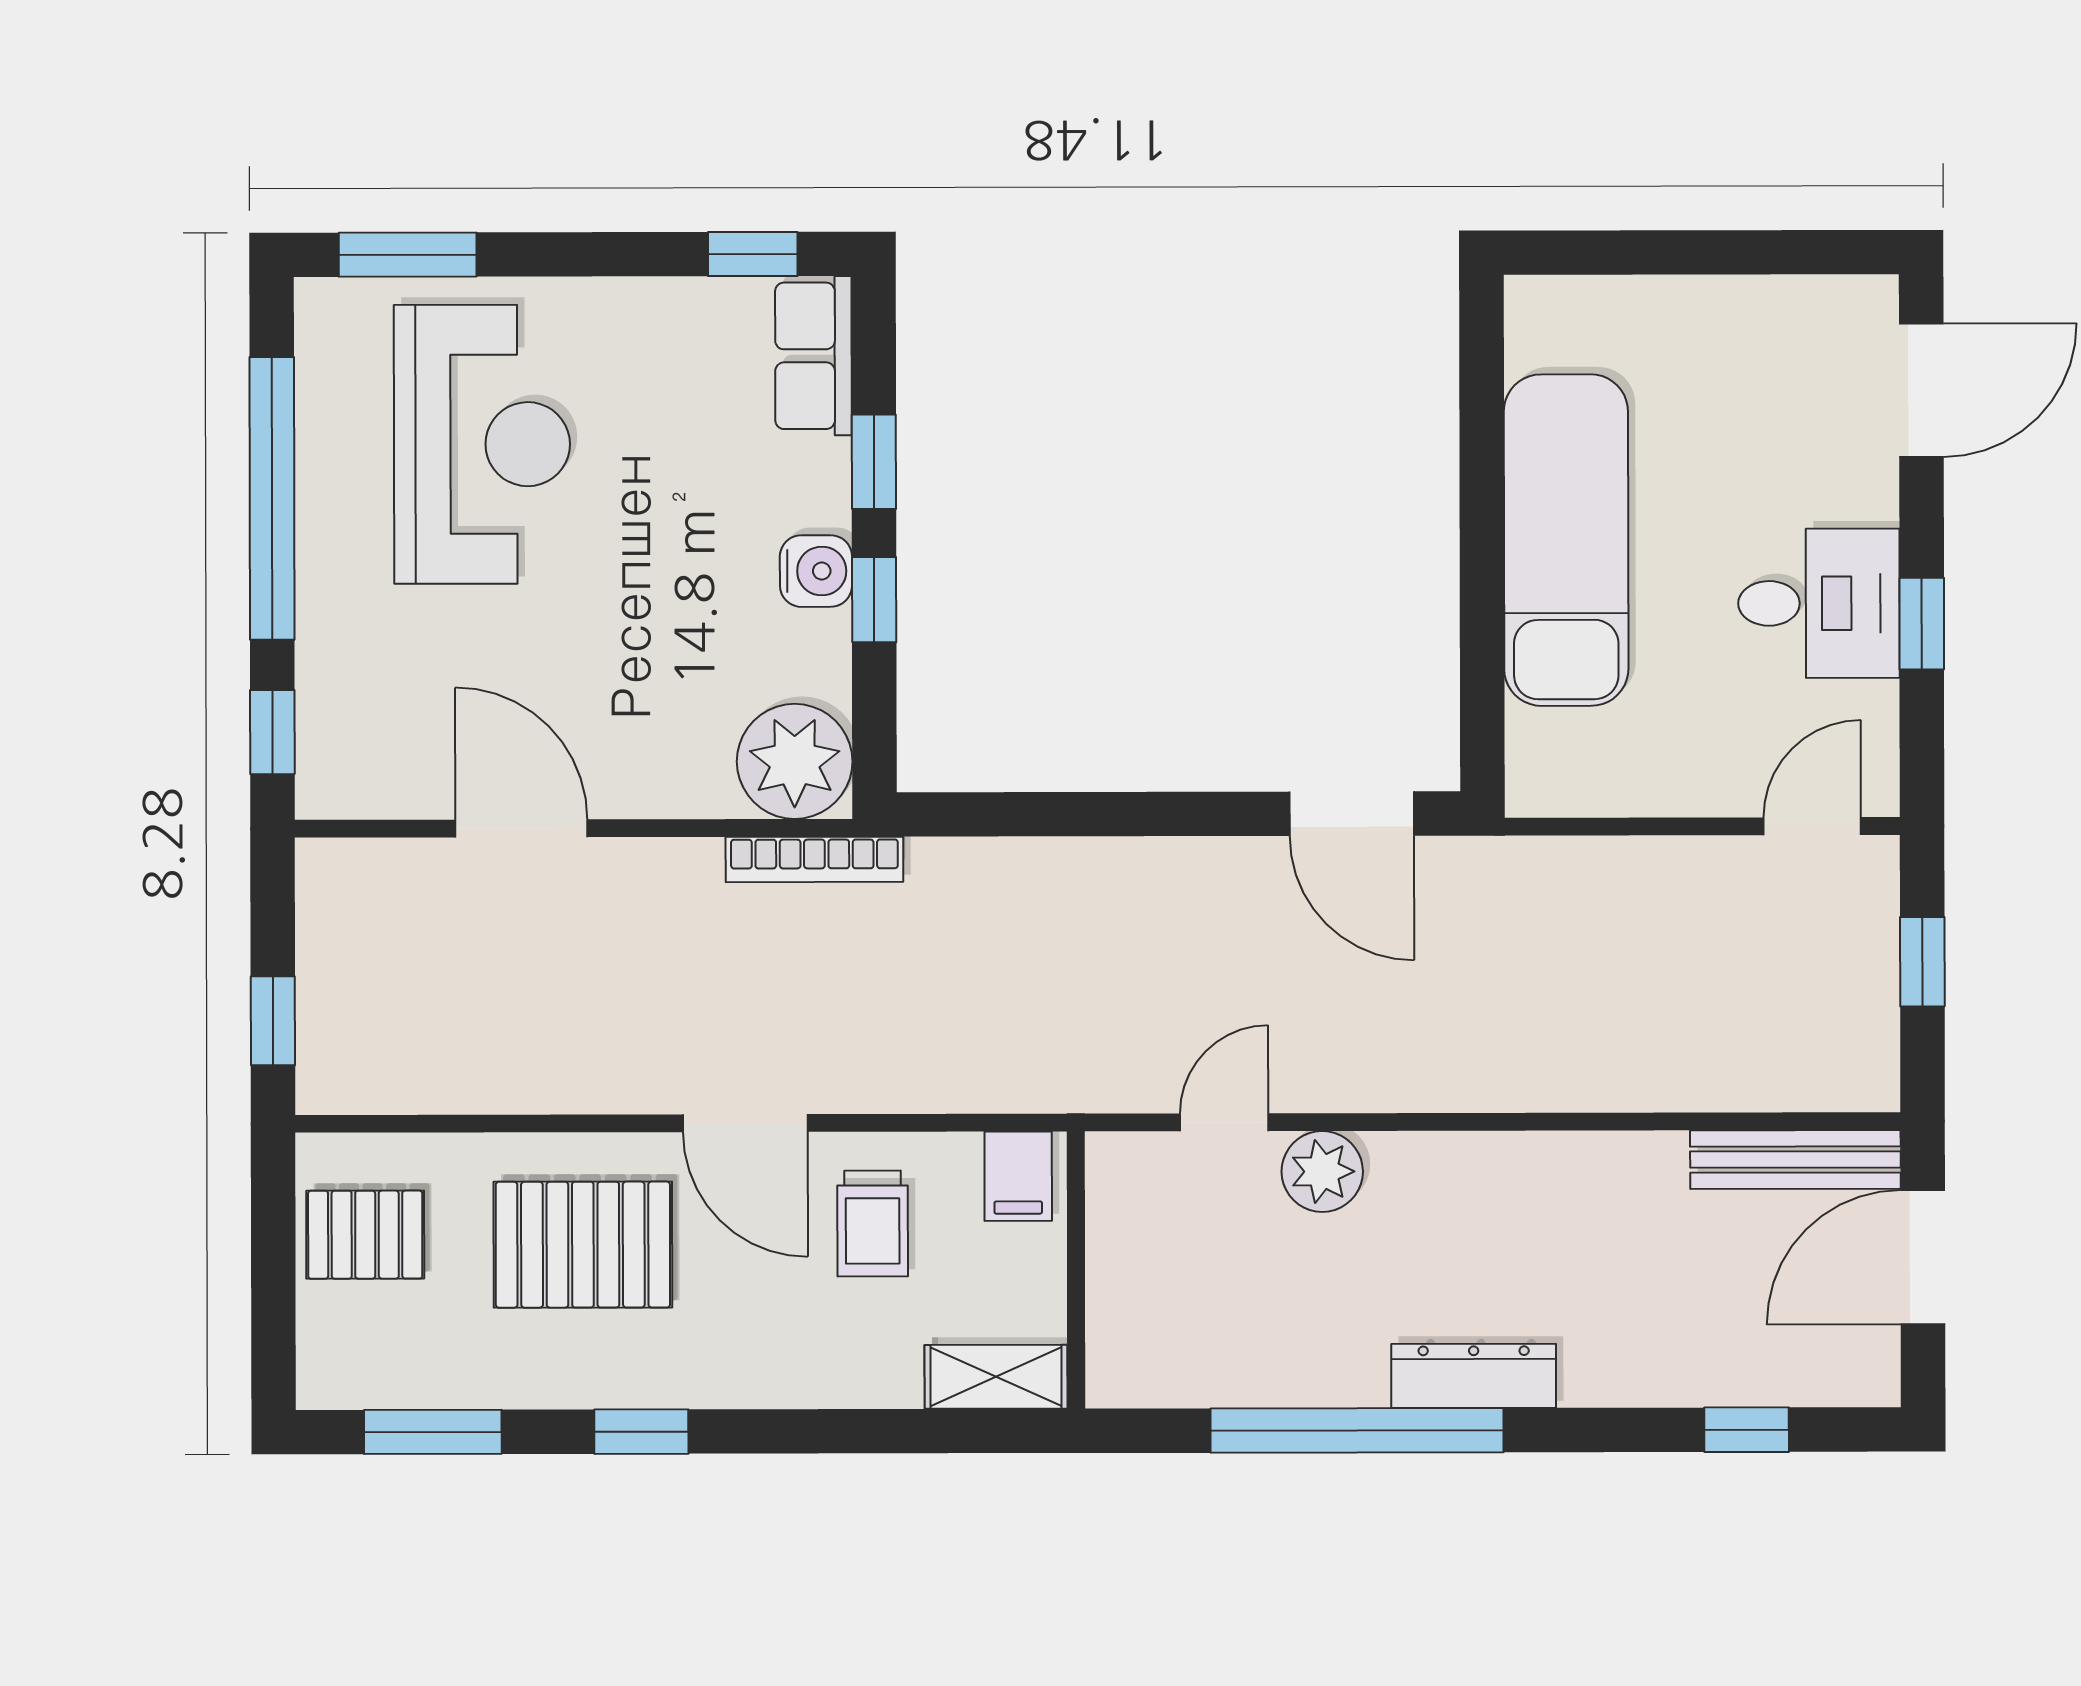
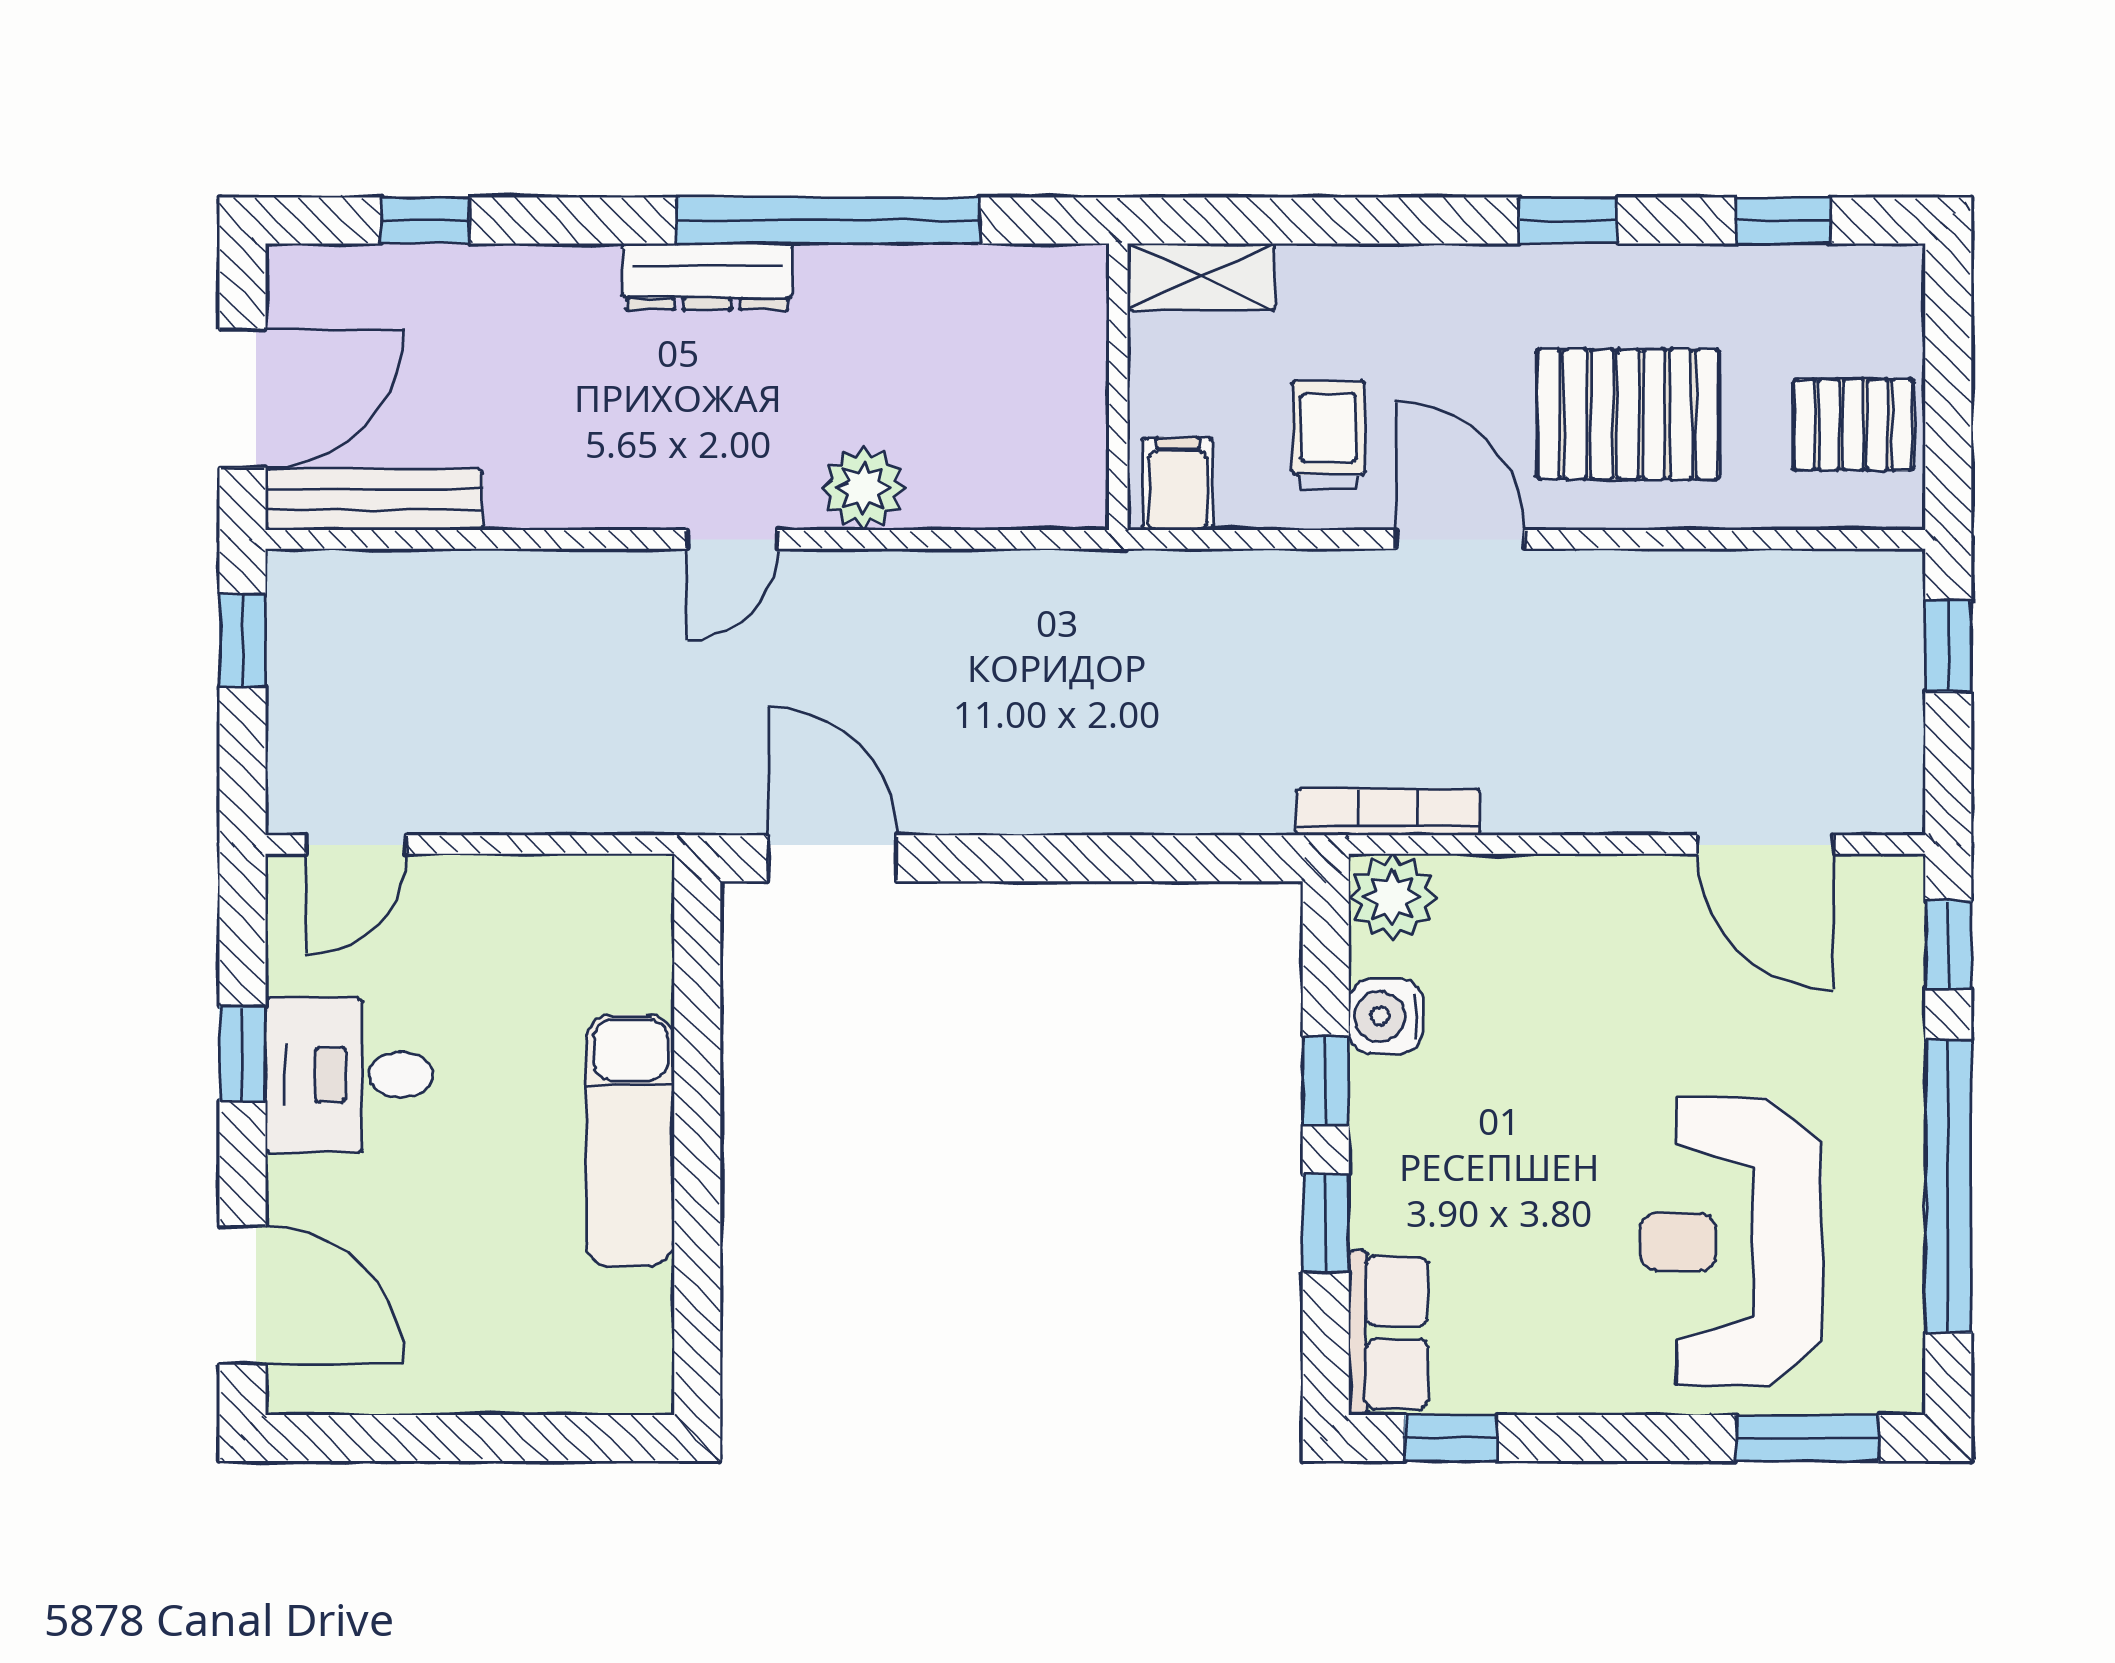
door: (1921, 390) -> (243, 1295), swing flipped
exam couch: (1566, 540) -> (630, 1141), width x0.73, depth x0.69
water cooler: (816, 571) -> (1386, 1016), moved
plant: (795, 761) -> (1392, 897), width x0.73, depth x0.73
door: (521, 828) -> (1765, 845), moved
window: (1922, 962) -> (243, 641), moved
door: (1224, 1122) -> (732, 539), moved
window: (433, 1432) -> (1784, 221), width x0.67

